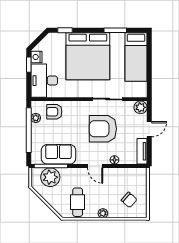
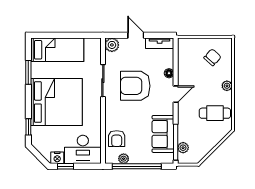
armchair: (103, 129) -> (135, 86), turned 90
plant: (50, 177) -> (183, 148), width x0.53, depth x0.53

